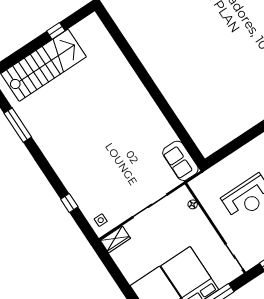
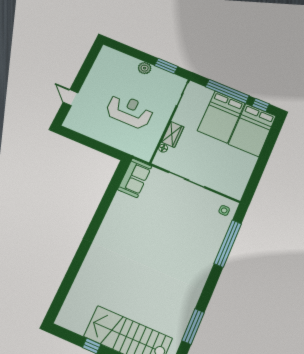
window: (69, 203) -> (228, 244), width x3.17
wardrobe: (115, 239) -> (173, 134), moved, turned 90

